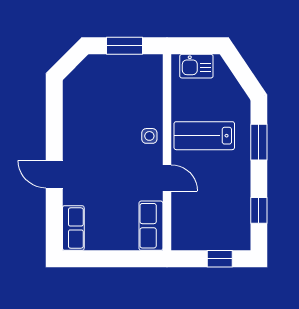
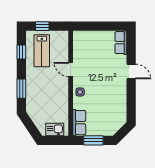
lab bench: (204, 136) -> (42, 51), moved, turned 90
row of seats: (151, 226) -> (79, 123), moved

